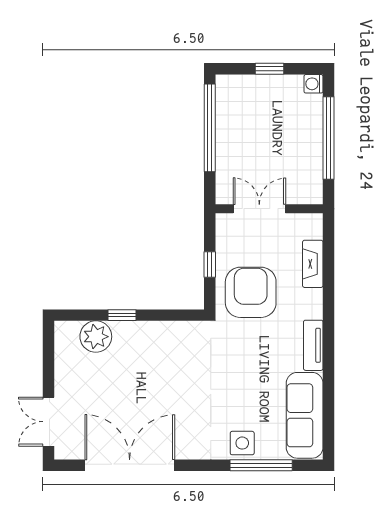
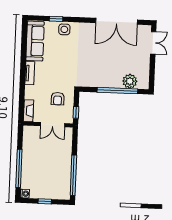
double door: (259, 209) -> (53, 125), moved
wall: (269, 209) -> (48, 124), moved
armchair: (251, 292) -> (58, 99), width x0.53, depth x0.53
window: (122, 315) -> (117, 91), width x3.17
window: (261, 465) -> (56, 19), width x0.46

